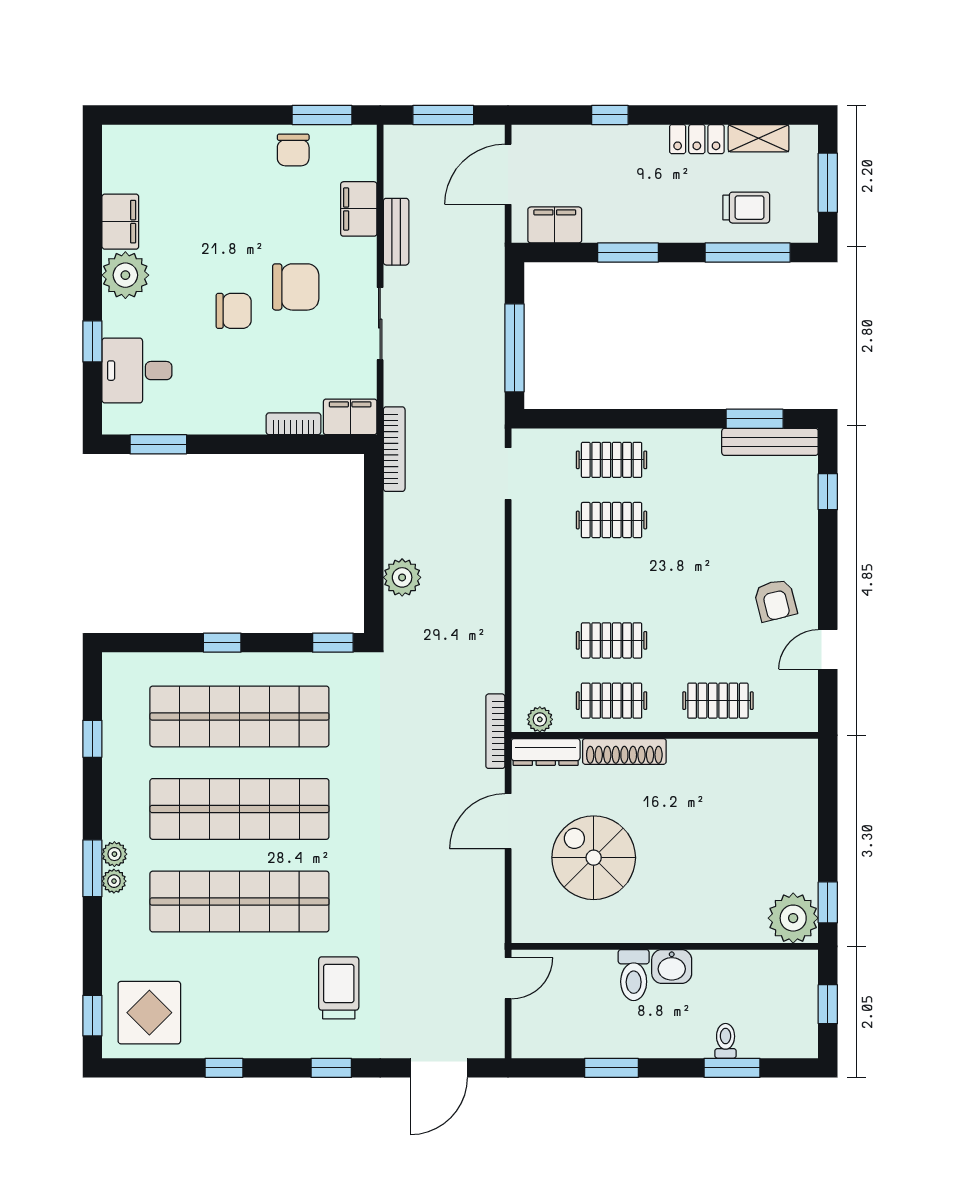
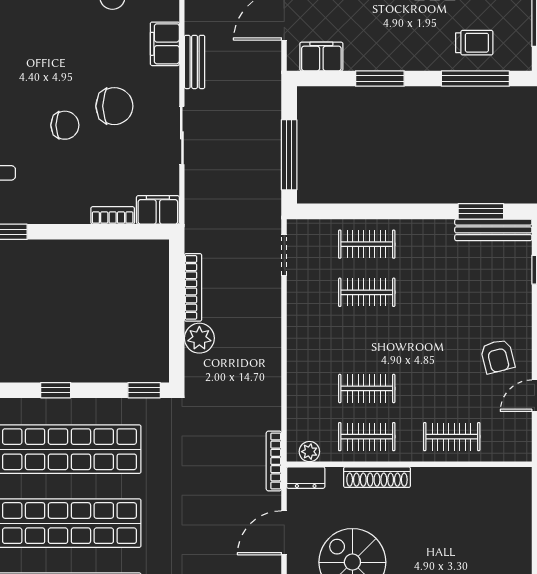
bookcase: (394, 449) -> (193, 287), moved
dresser: (546, 752) -> (306, 478), width x0.70

